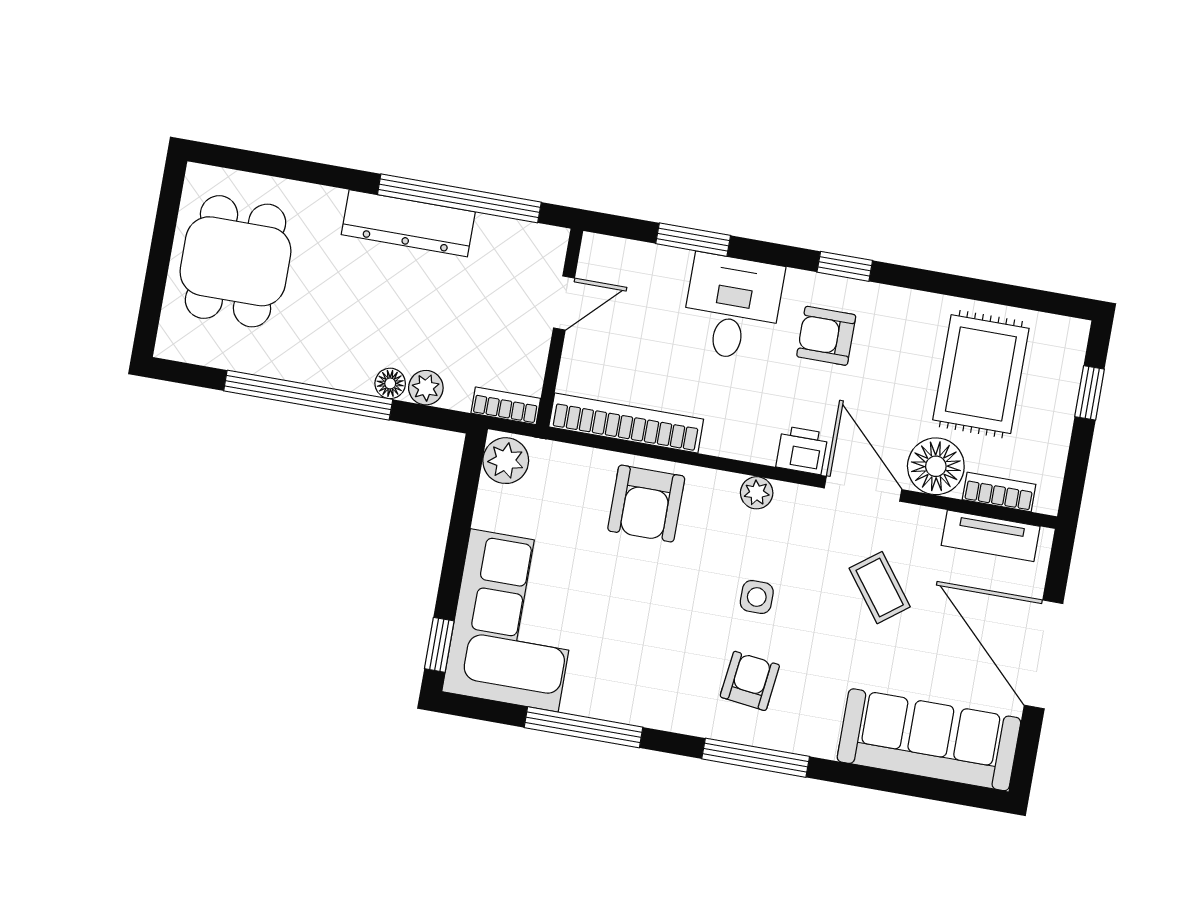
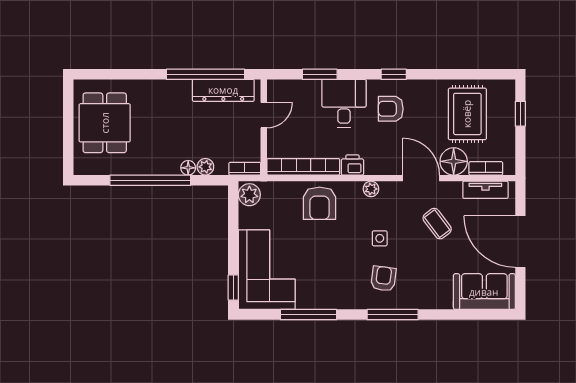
dresser: (408, 223) -> (223, 90), moved
printer: (802, 450) -> (352, 165), moved
sofa: (929, 740) -> (484, 292), width x0.73

